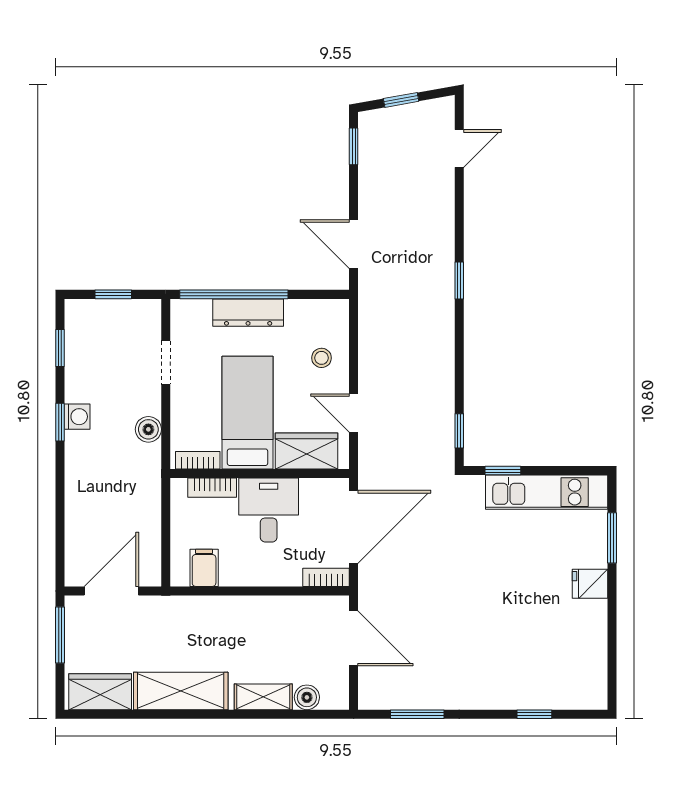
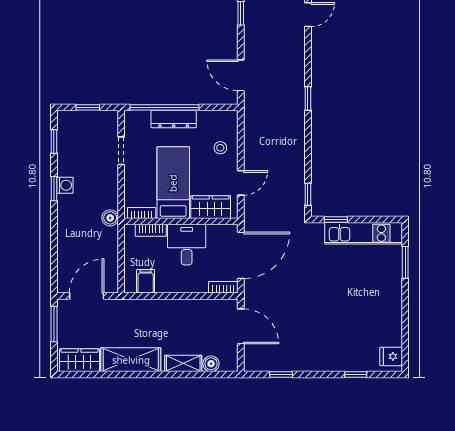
door: (354, 413) -> (241, 183), swing flipped
boiler: (148, 429) -> (110, 218), moved
fridge: (590, 584) -> (391, 356), moved
window: (417, 714) -> (281, 374), width x0.67

